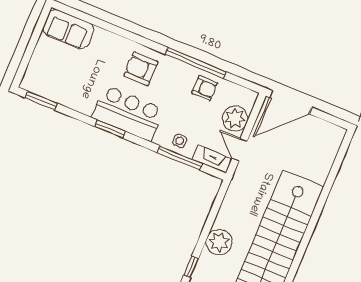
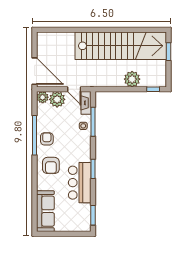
sofa: (68, 29) -> (45, 211), width x1.36
armchair: (205, 88) -> (47, 139), moved
plant: (247, 98) -> (43, 97), added
bar counter: (128, 113) -> (80, 183), moved
door: (240, 150) -> (74, 89), hinge flipped

